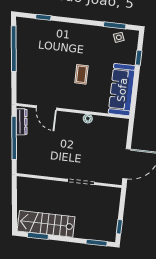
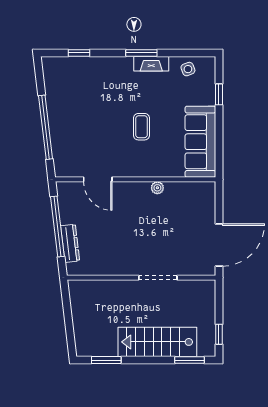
window: (115, 25) -> (141, 53), moved
fireplace: (93, 31) -> (151, 64), added
window: (14, 49) -> (46, 127), moved
dresser: (22, 122) -> (70, 243), moved
stairs: (46, 224) -> (157, 342), moved

